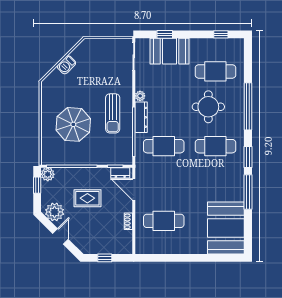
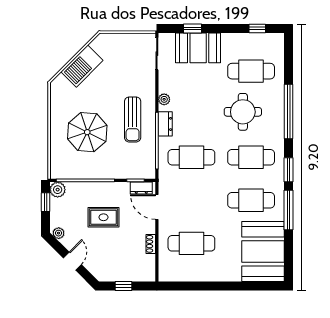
barbecue: (66, 65) -> (82, 66), width x1.88, depth x1.53
dresser: (141, 117) -> (165, 124), width x0.70
cafe table: (215, 184) -> (251, 200), added
plant: (55, 212) -> (59, 233), width x0.53, depth x0.53

